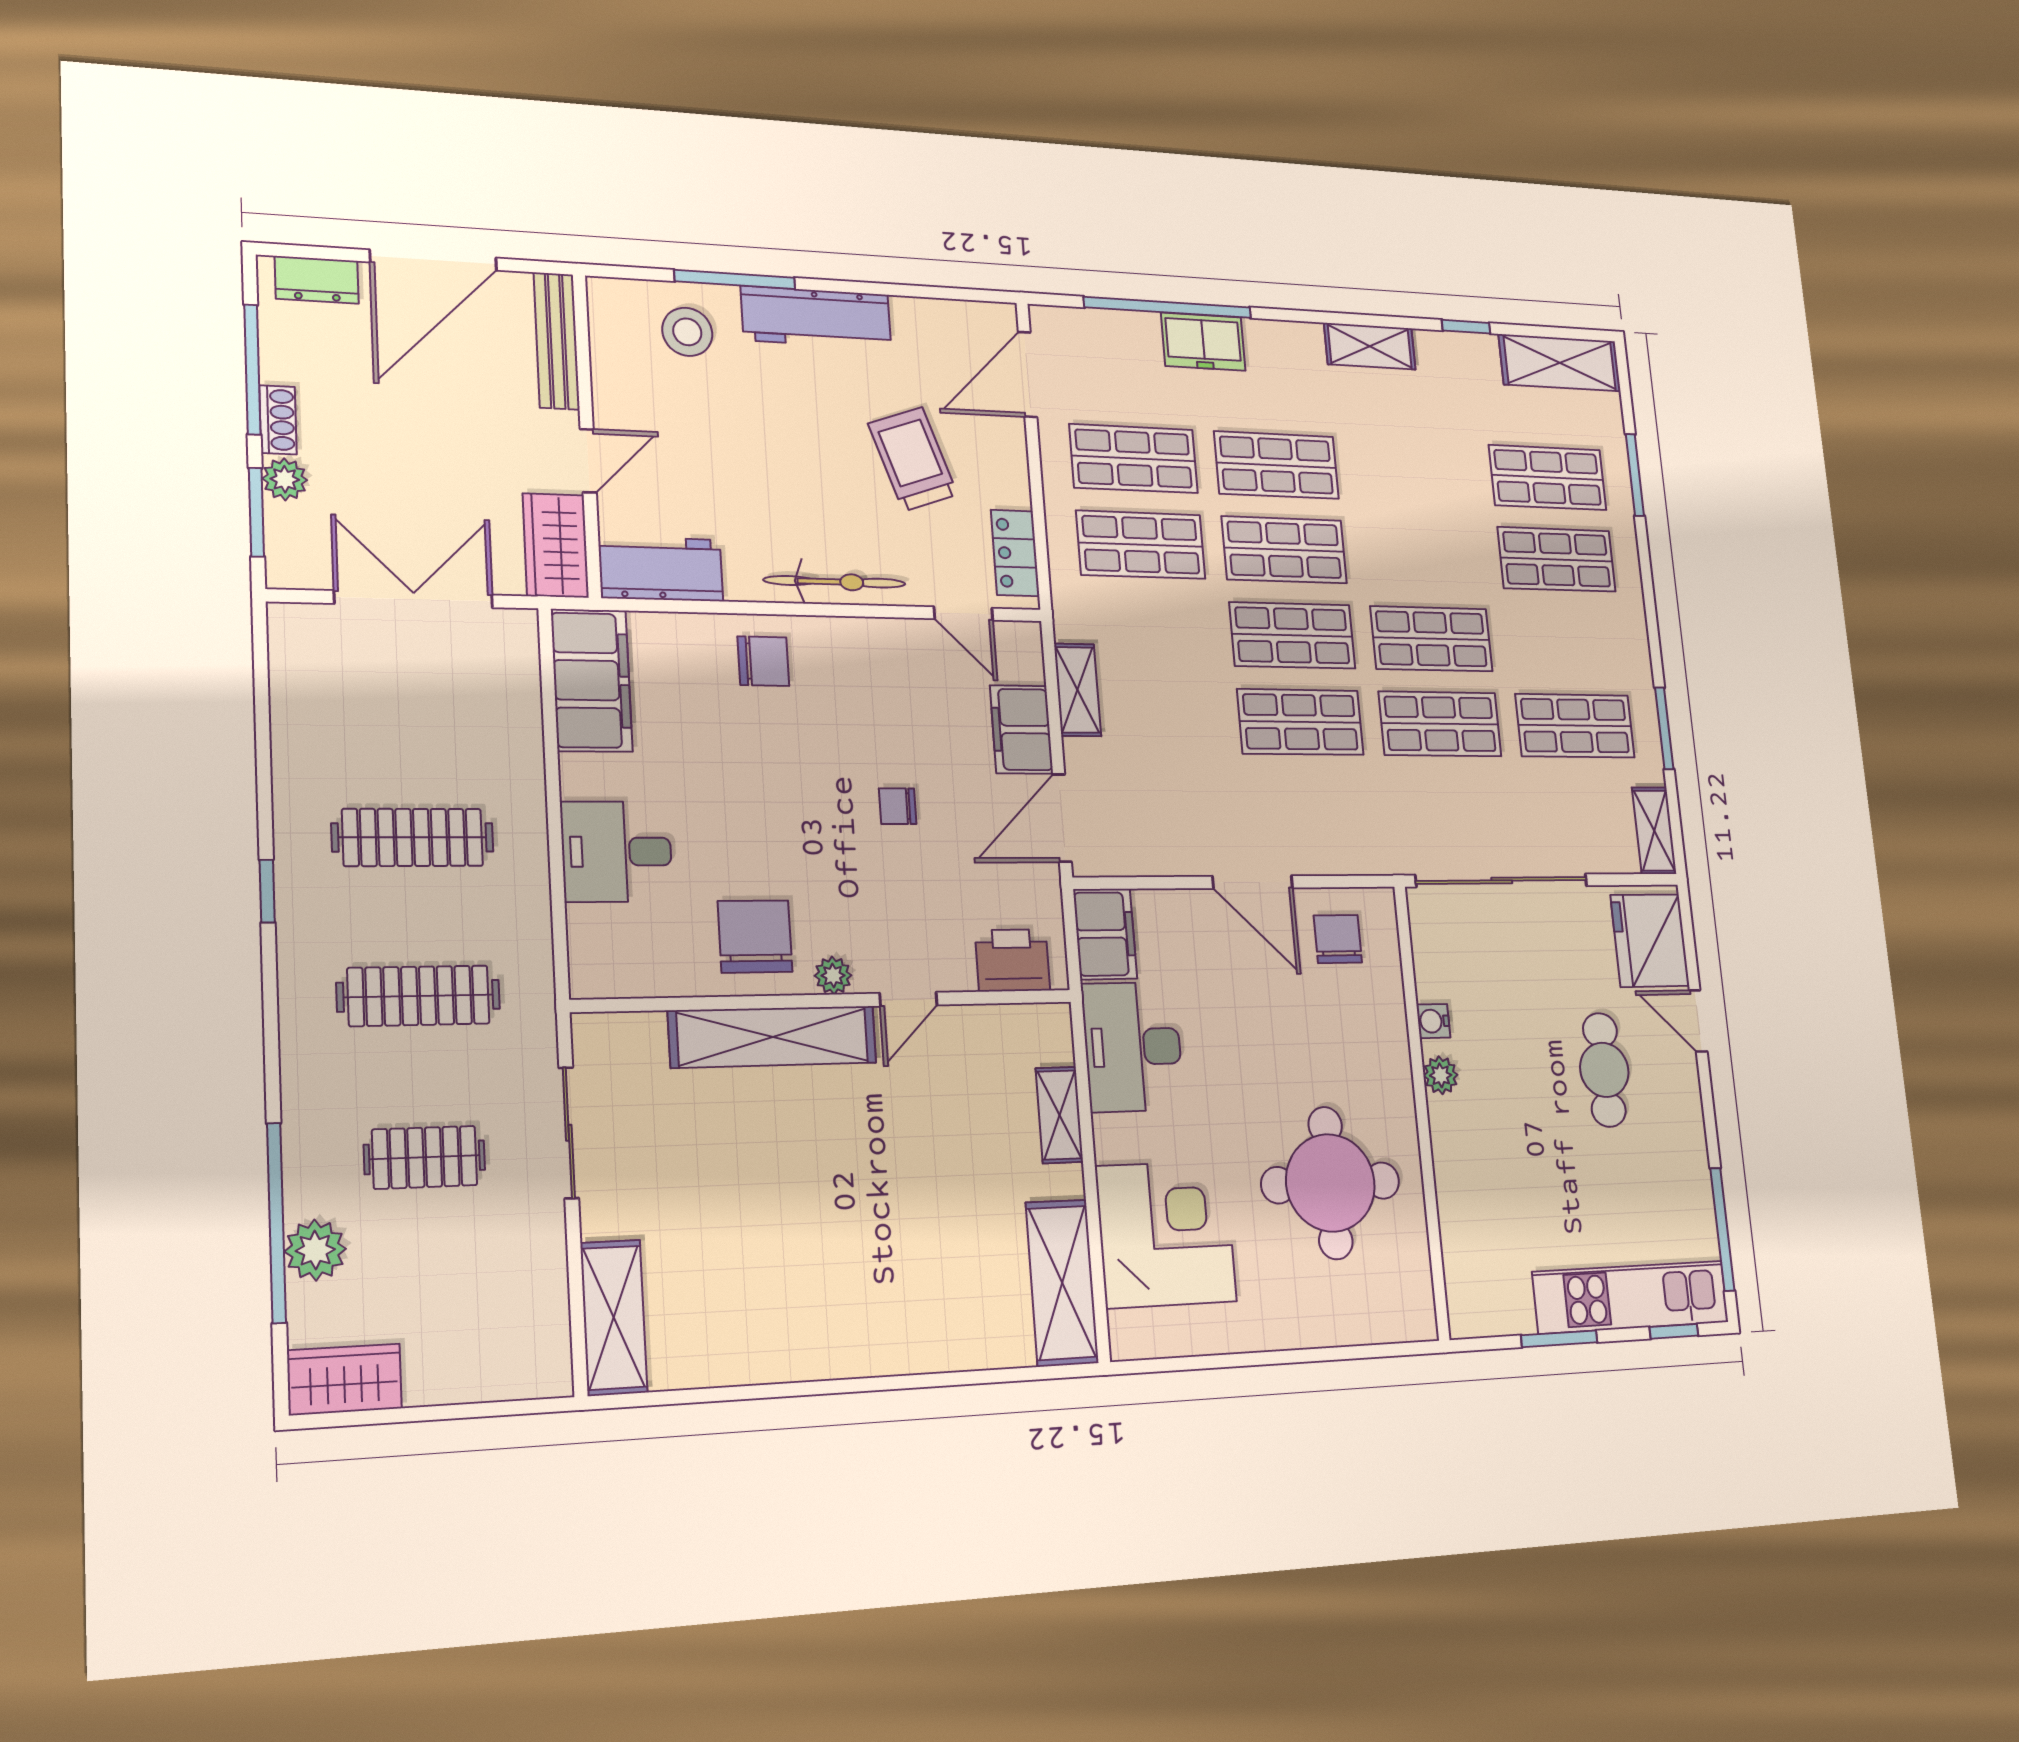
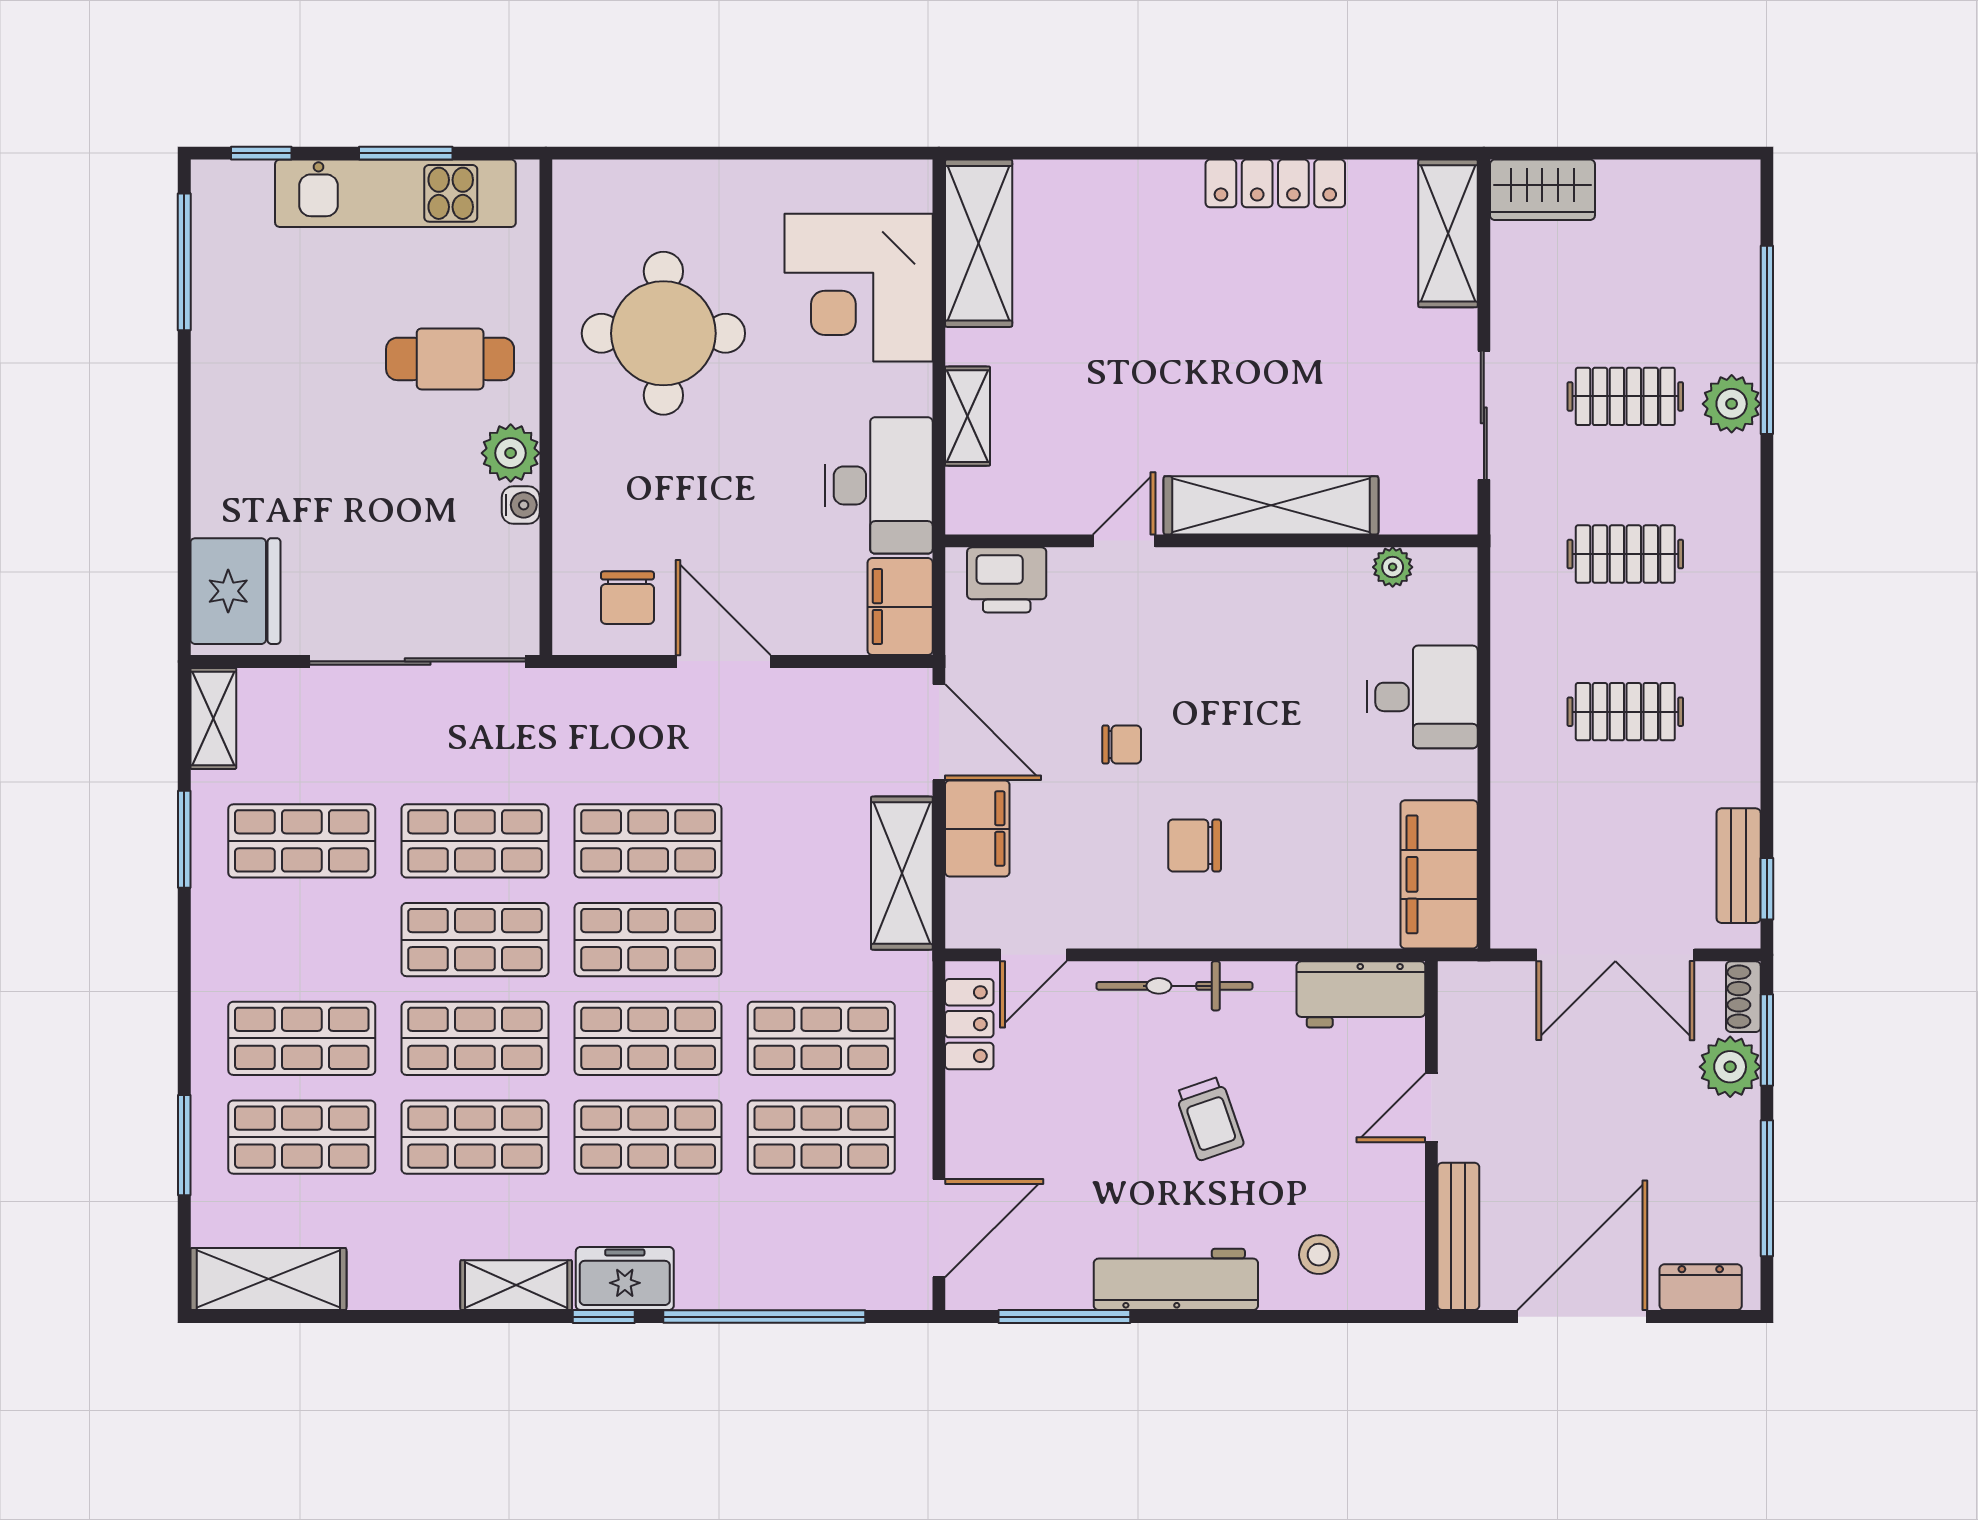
window: (735, 279) -> (1064, 1317), moved
window: (1466, 327) -> (604, 1317), moved
stool: (687, 332) -> (1319, 1255), width x0.73, depth x0.73
freezer: (1203, 342) -> (625, 1278), moved
shoe rack: (278, 420) -> (1743, 997), moved
trolley: (913, 459) -> (1210, 1119), moved, width x0.73, depth x0.72
shop shelf: (1414, 471) -> (475, 1137), added
plant: (285, 479) -> (1730, 1067), width x1.38, depth x1.38
wardrobe: (556, 545) -> (1469, 1016), removed
shop shelf: (1423, 555) -> (475, 1038), added
door: (963, 614) -> (1033, 955), swing flipped
chair: (763, 661) -> (1195, 845), moved
bench: (291, 684) -> (1739, 866), added
shelving: (1078, 690) -> (902, 873), width x1.50, depth x1.33
door: (1062, 818) -> (939, 732), hinge flipped
clothes rail: (413, 837) -> (1625, 712), width x0.73
window: (267, 891) -> (1767, 889), moved
chair: (755, 936) -> (1283, 609), removed
plant: (833, 976) -> (1393, 567), moved
clothes rail: (419, 996) -> (1625, 554), width x0.73
door: (1698, 1021) -> (184, 498), removed
cafe table: (1604, 1070) -> (450, 359), moved, turned 90
plant: (1441, 1075) -> (511, 453), width x1.38, depth x1.38
plant: (315, 1250) -> (1732, 404), moved
kitchen unit: (1631, 1297) -> (395, 193), moved
locker: (788, 1359) -> (1275, 183), added
wardrobe: (344, 1379) -> (1542, 190), moved

